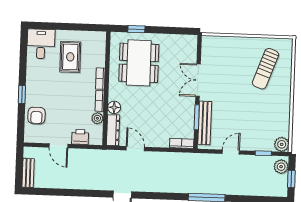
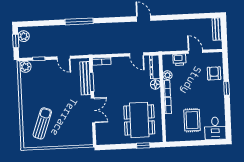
door: (231, 152) -> (64, 58), hinge flipped
plant: (281, 167) -> (24, 36), moved

